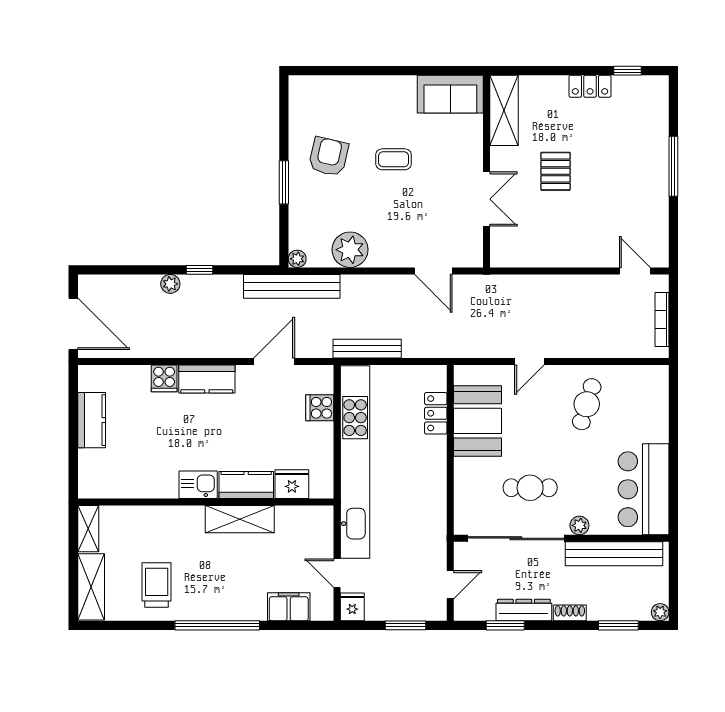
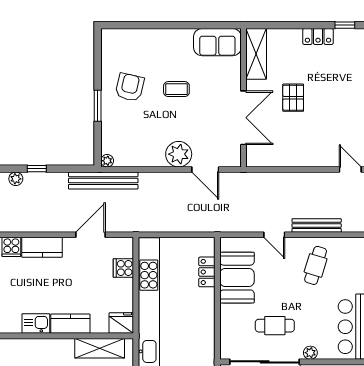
double door: (487, 199) -> (243, 118), width x1.37
plant: (350, 250) -> (179, 154), moved
bench: (367, 349) -> (317, 225), moved
door: (529, 362) -> (274, 235), hinge flipped
fridge: (292, 484) -> (121, 323), moved
shelving: (240, 519) -> (100, 348), moved

